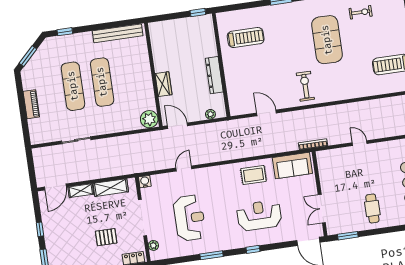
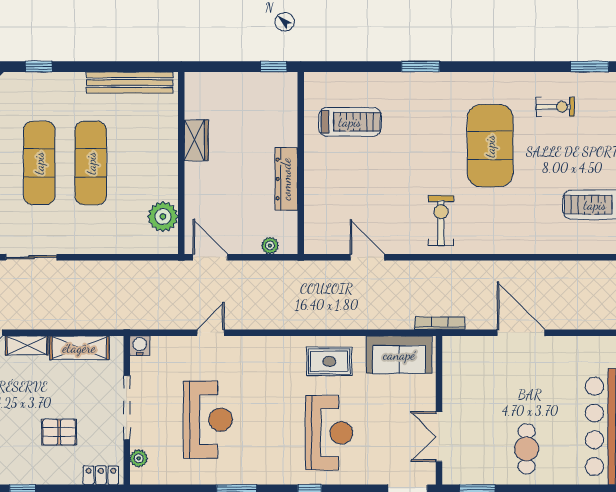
wardrobe: (163, 84) -> (196, 140), moved
plant: (149, 119) -> (163, 217), moved
door: (360, 143) -> (521, 333), width x1.88
reception desk: (259, 215) -> (329, 433), turned 90

